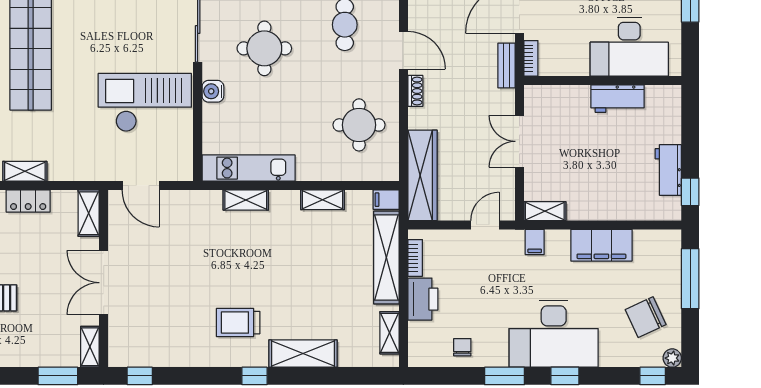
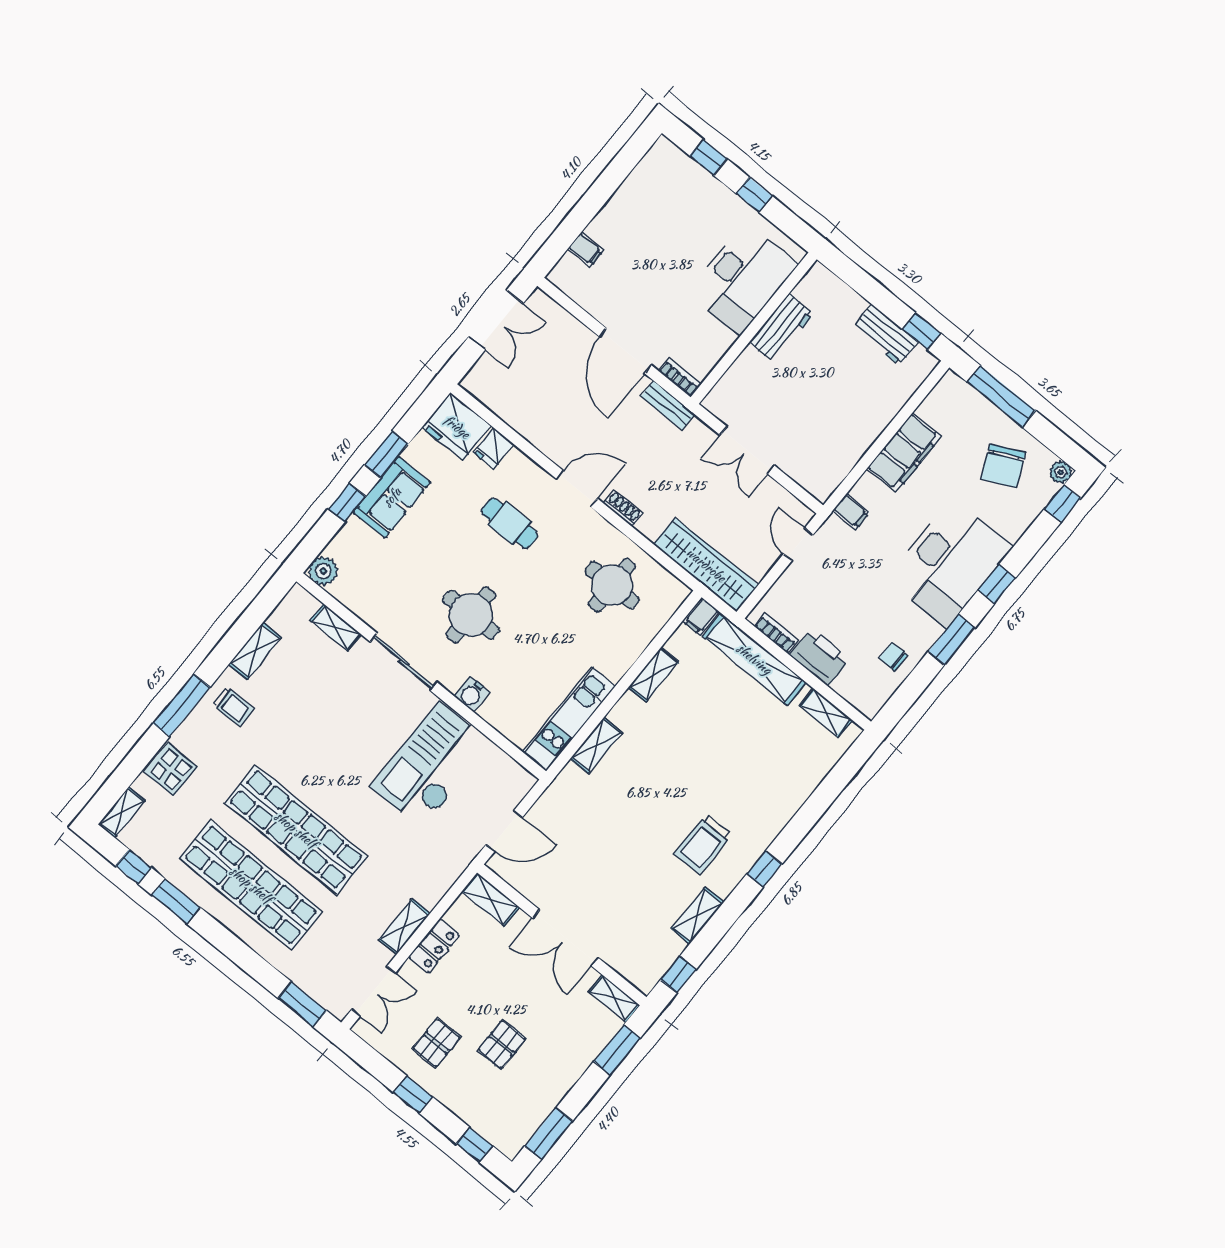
shelving: (545, 211) -> (830, 479), removed
shelving: (303, 354) -> (698, 915), moved, width x0.67, depth x0.75

